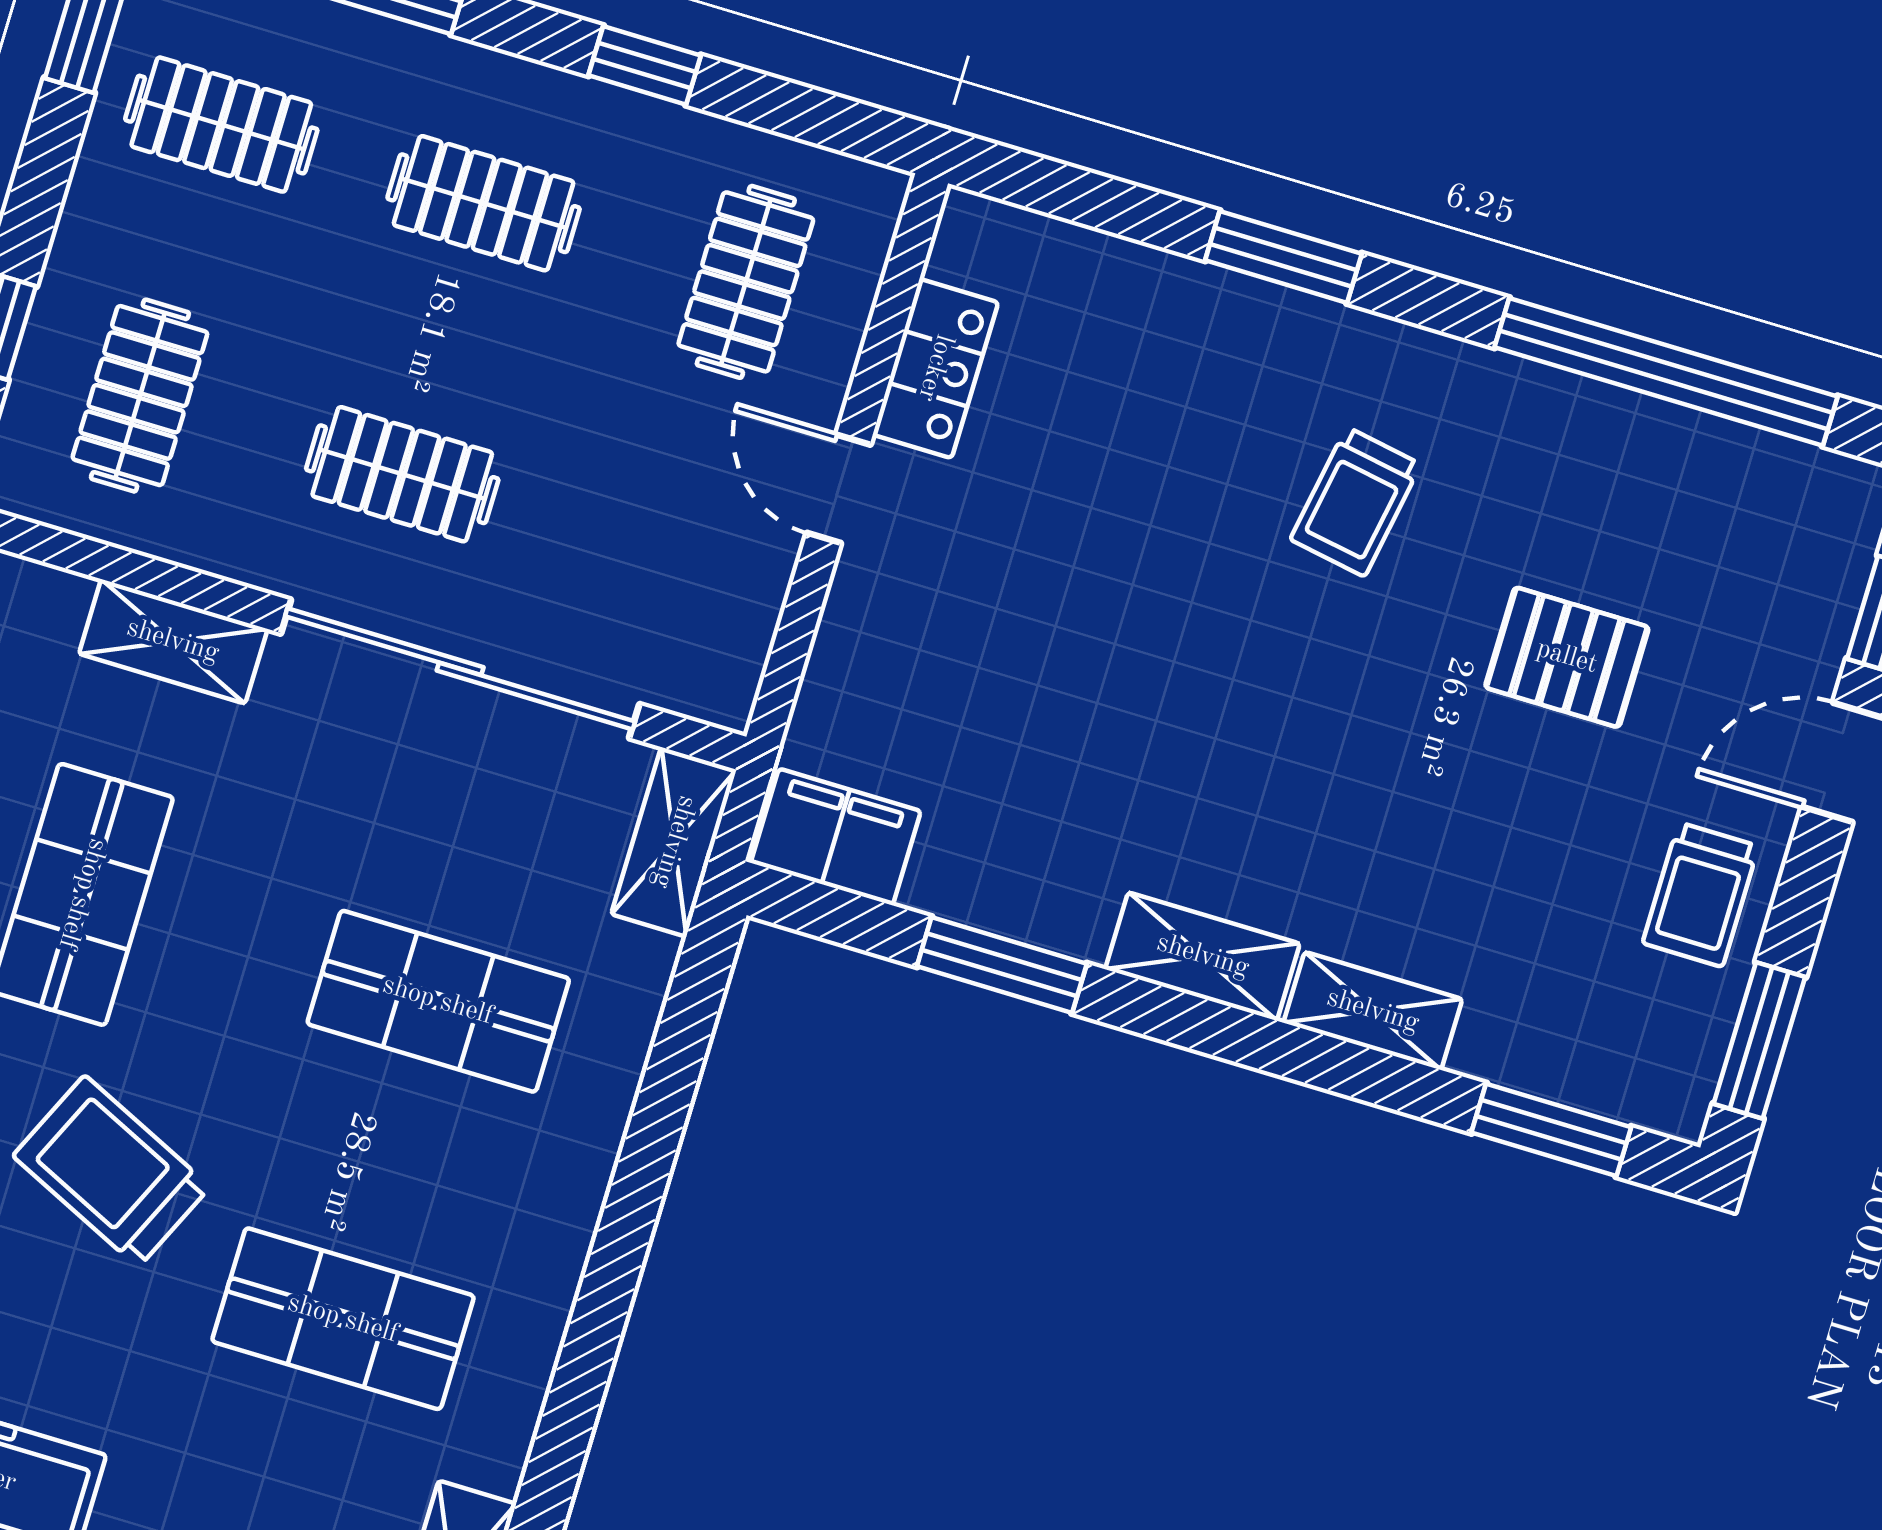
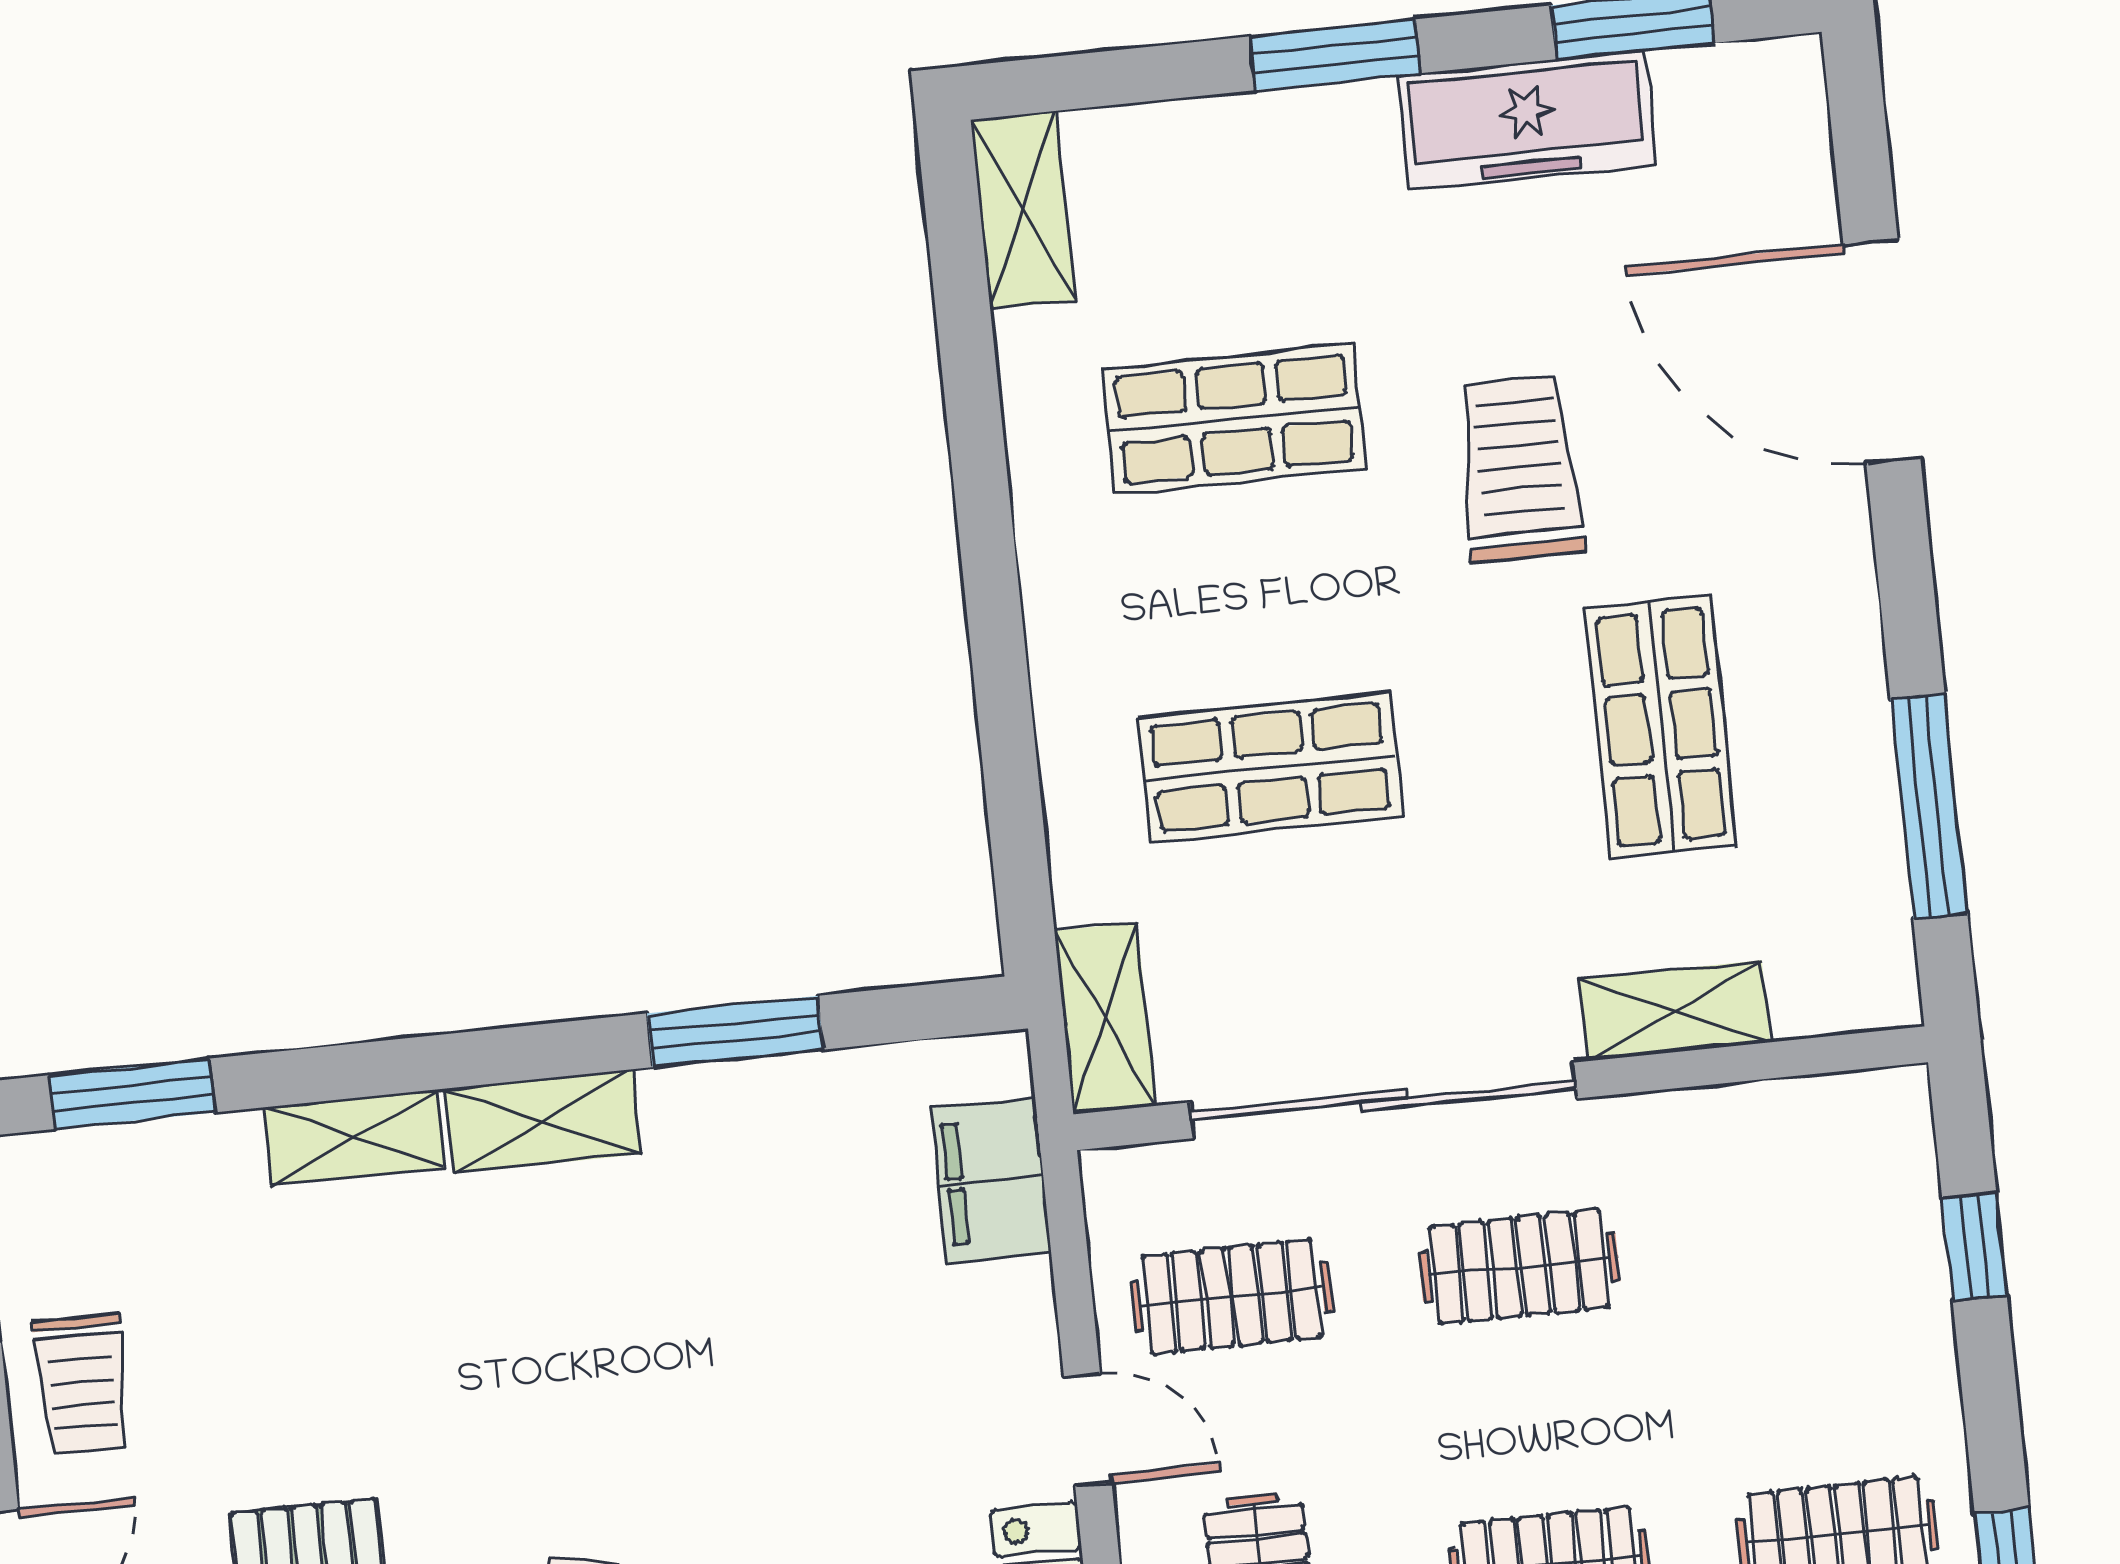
clothes rail: (140, 396) -> (1231, 1296), moved, turned 90
filing cabinet: (836, 837) -> (991, 1181), moved, turned 90
trolley: (1701, 895) -> (82, 1384), turned 180
trolley: (111, 1171) -> (1520, 469), turned -115

